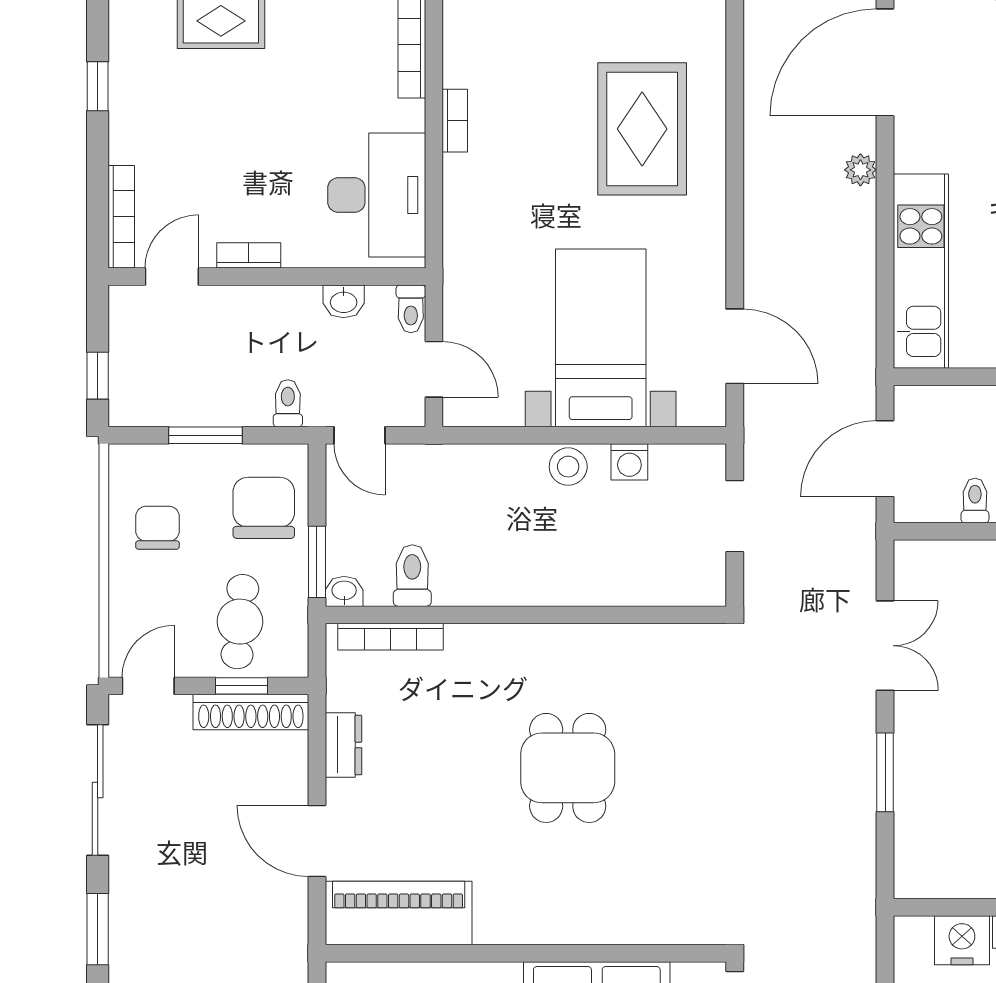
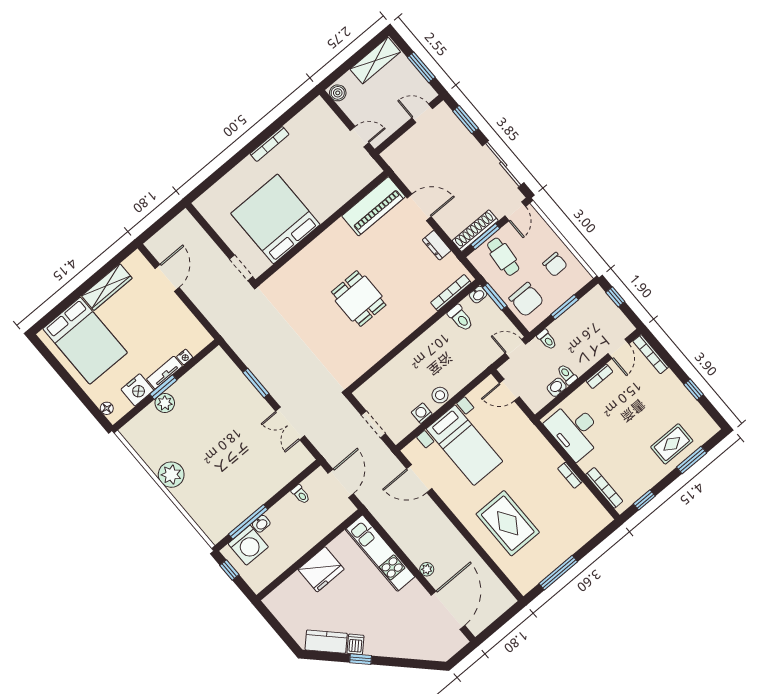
toilet: (411, 309) -> (567, 374), moved
window: (241, 686) -> (485, 237), width x1.50
nightstand: (962, 940) -> (185, 357), width x0.53, depth x0.56

